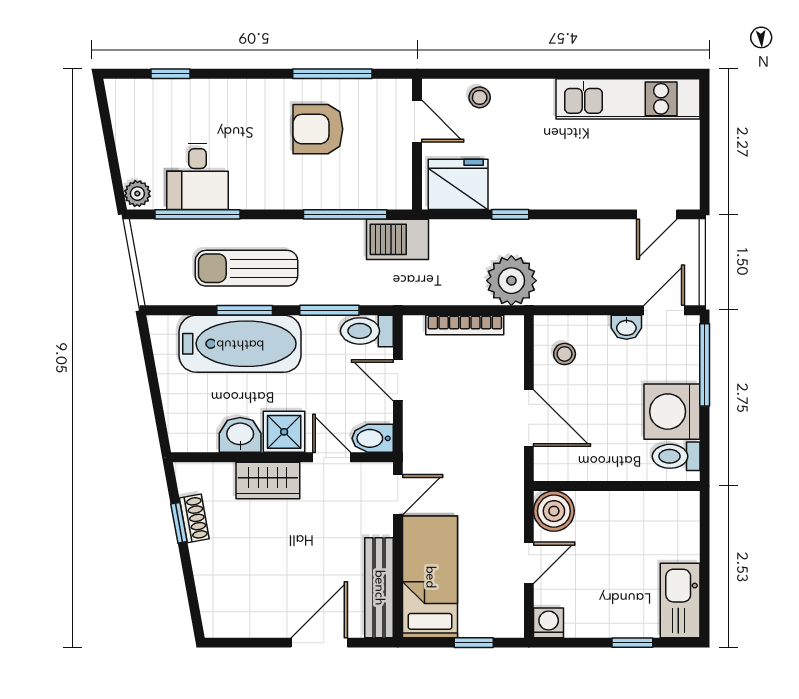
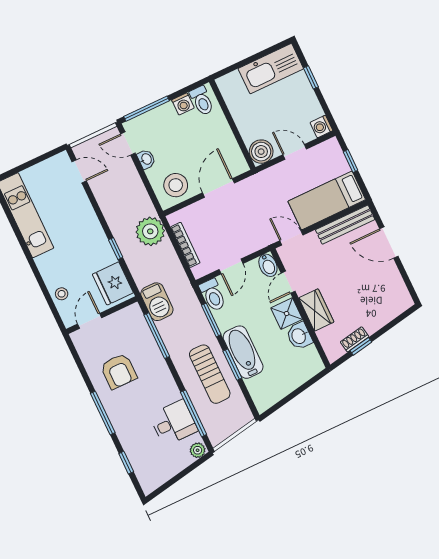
window: (332, 74) -> (103, 413), moved
bathtub: (240, 344) -> (243, 352), width x0.73, depth x0.73
stool: (565, 354) -> (176, 185), width x1.89, depth x1.89
washing machine: (672, 412) -> (183, 104), width x0.53, depth x0.53
kitchen sink: (680, 601) -> (271, 69), width x1.36, depth x1.24

